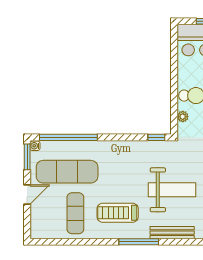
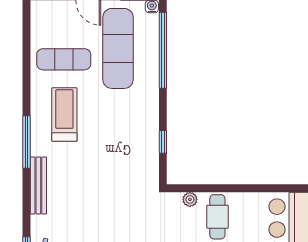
window: (156, 137) -> (163, 142), moved
weight bench: (172, 190) -> (94, 185), removed

